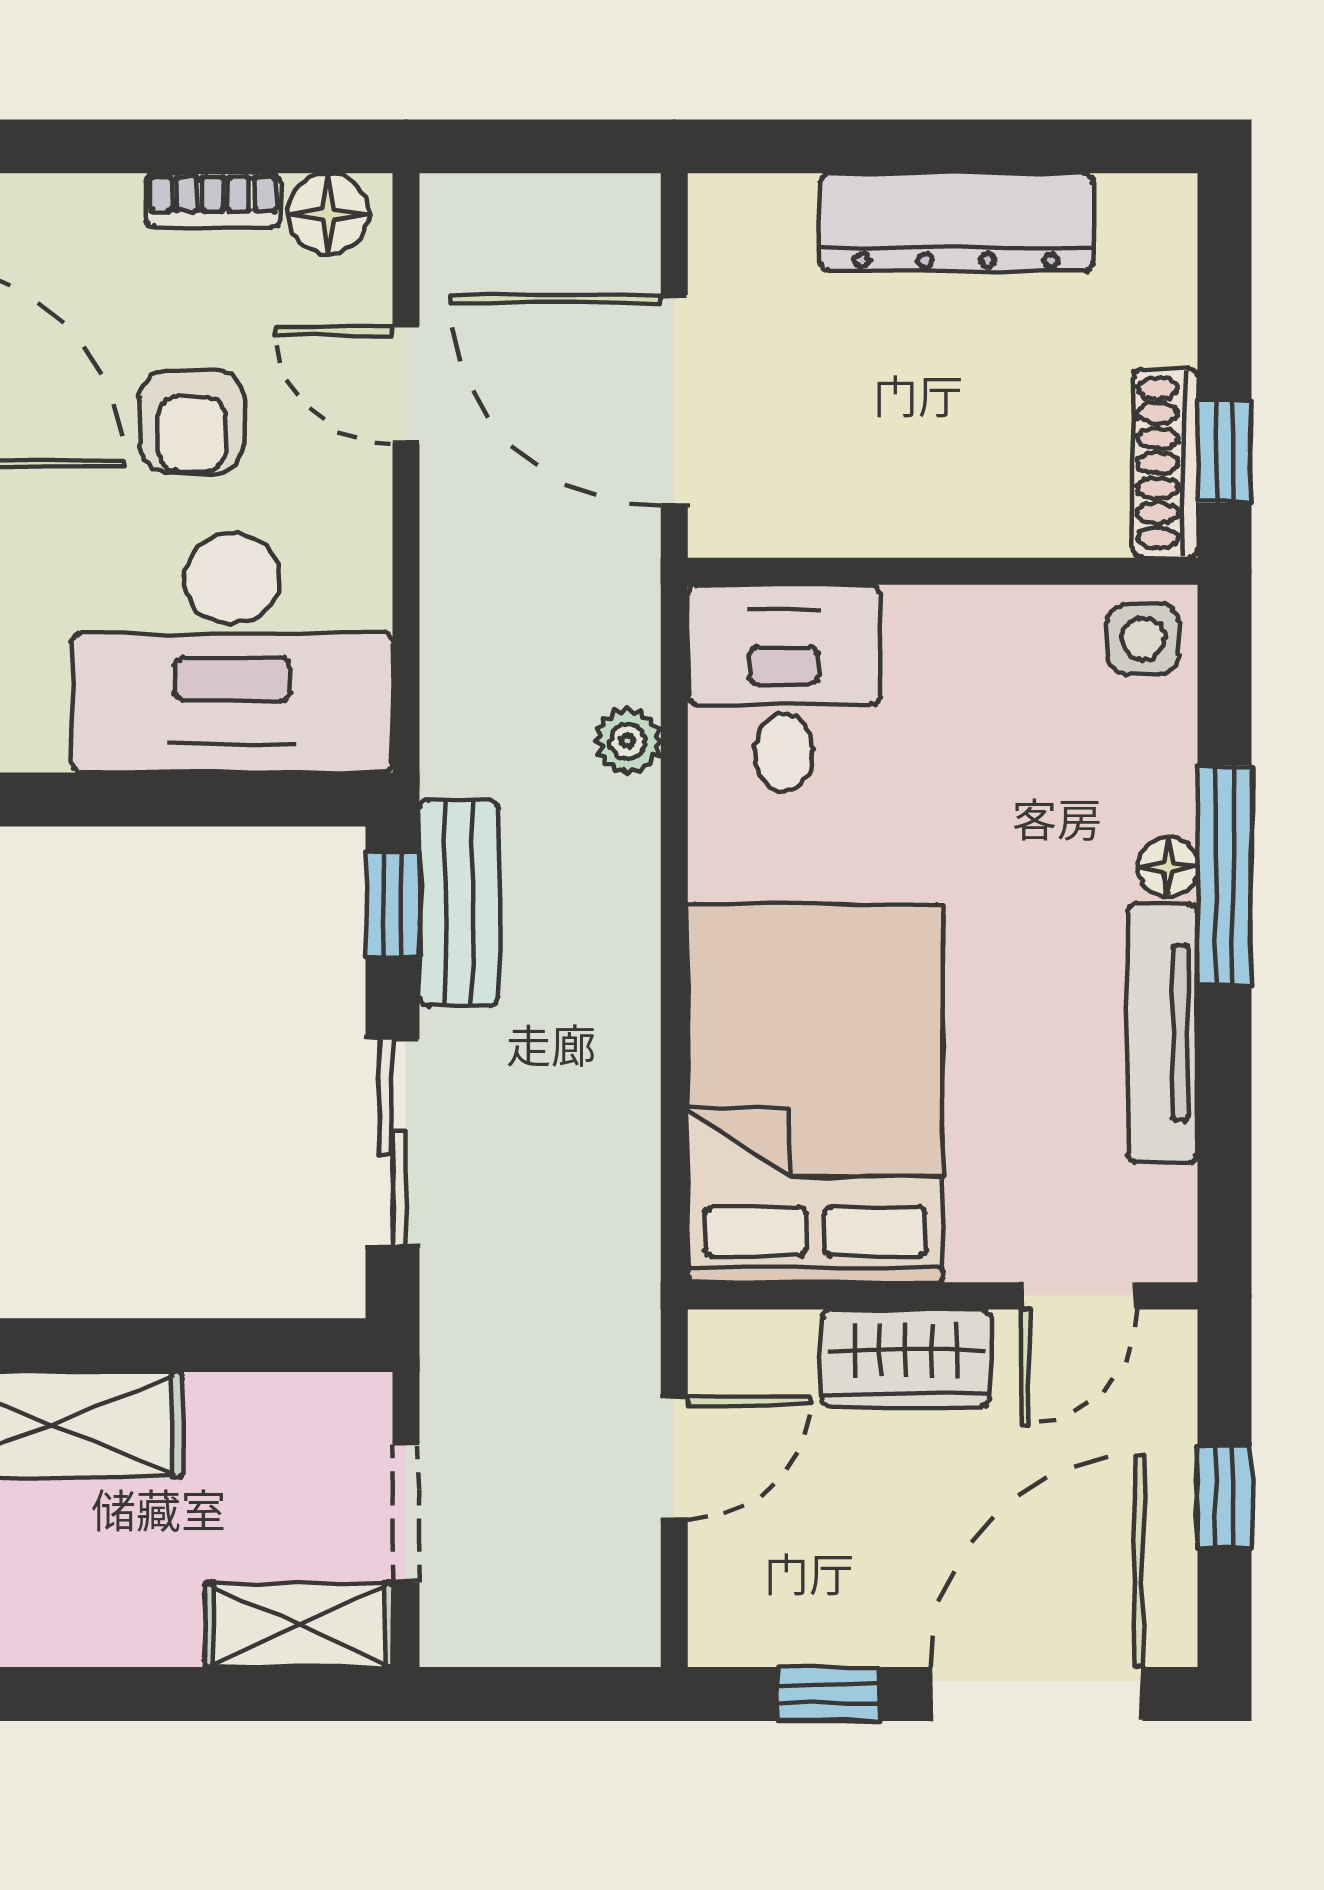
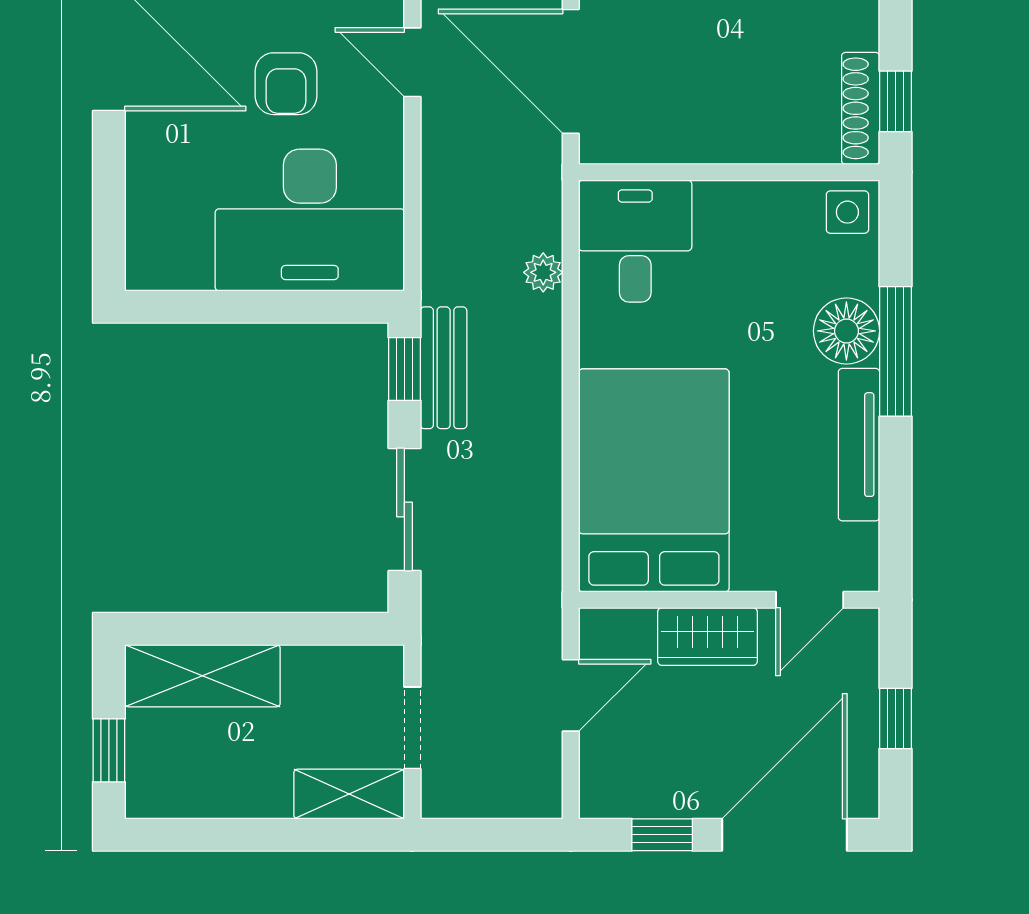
floor lamp: (1168, 867) -> (846, 331), width x1.89, depth x1.89

